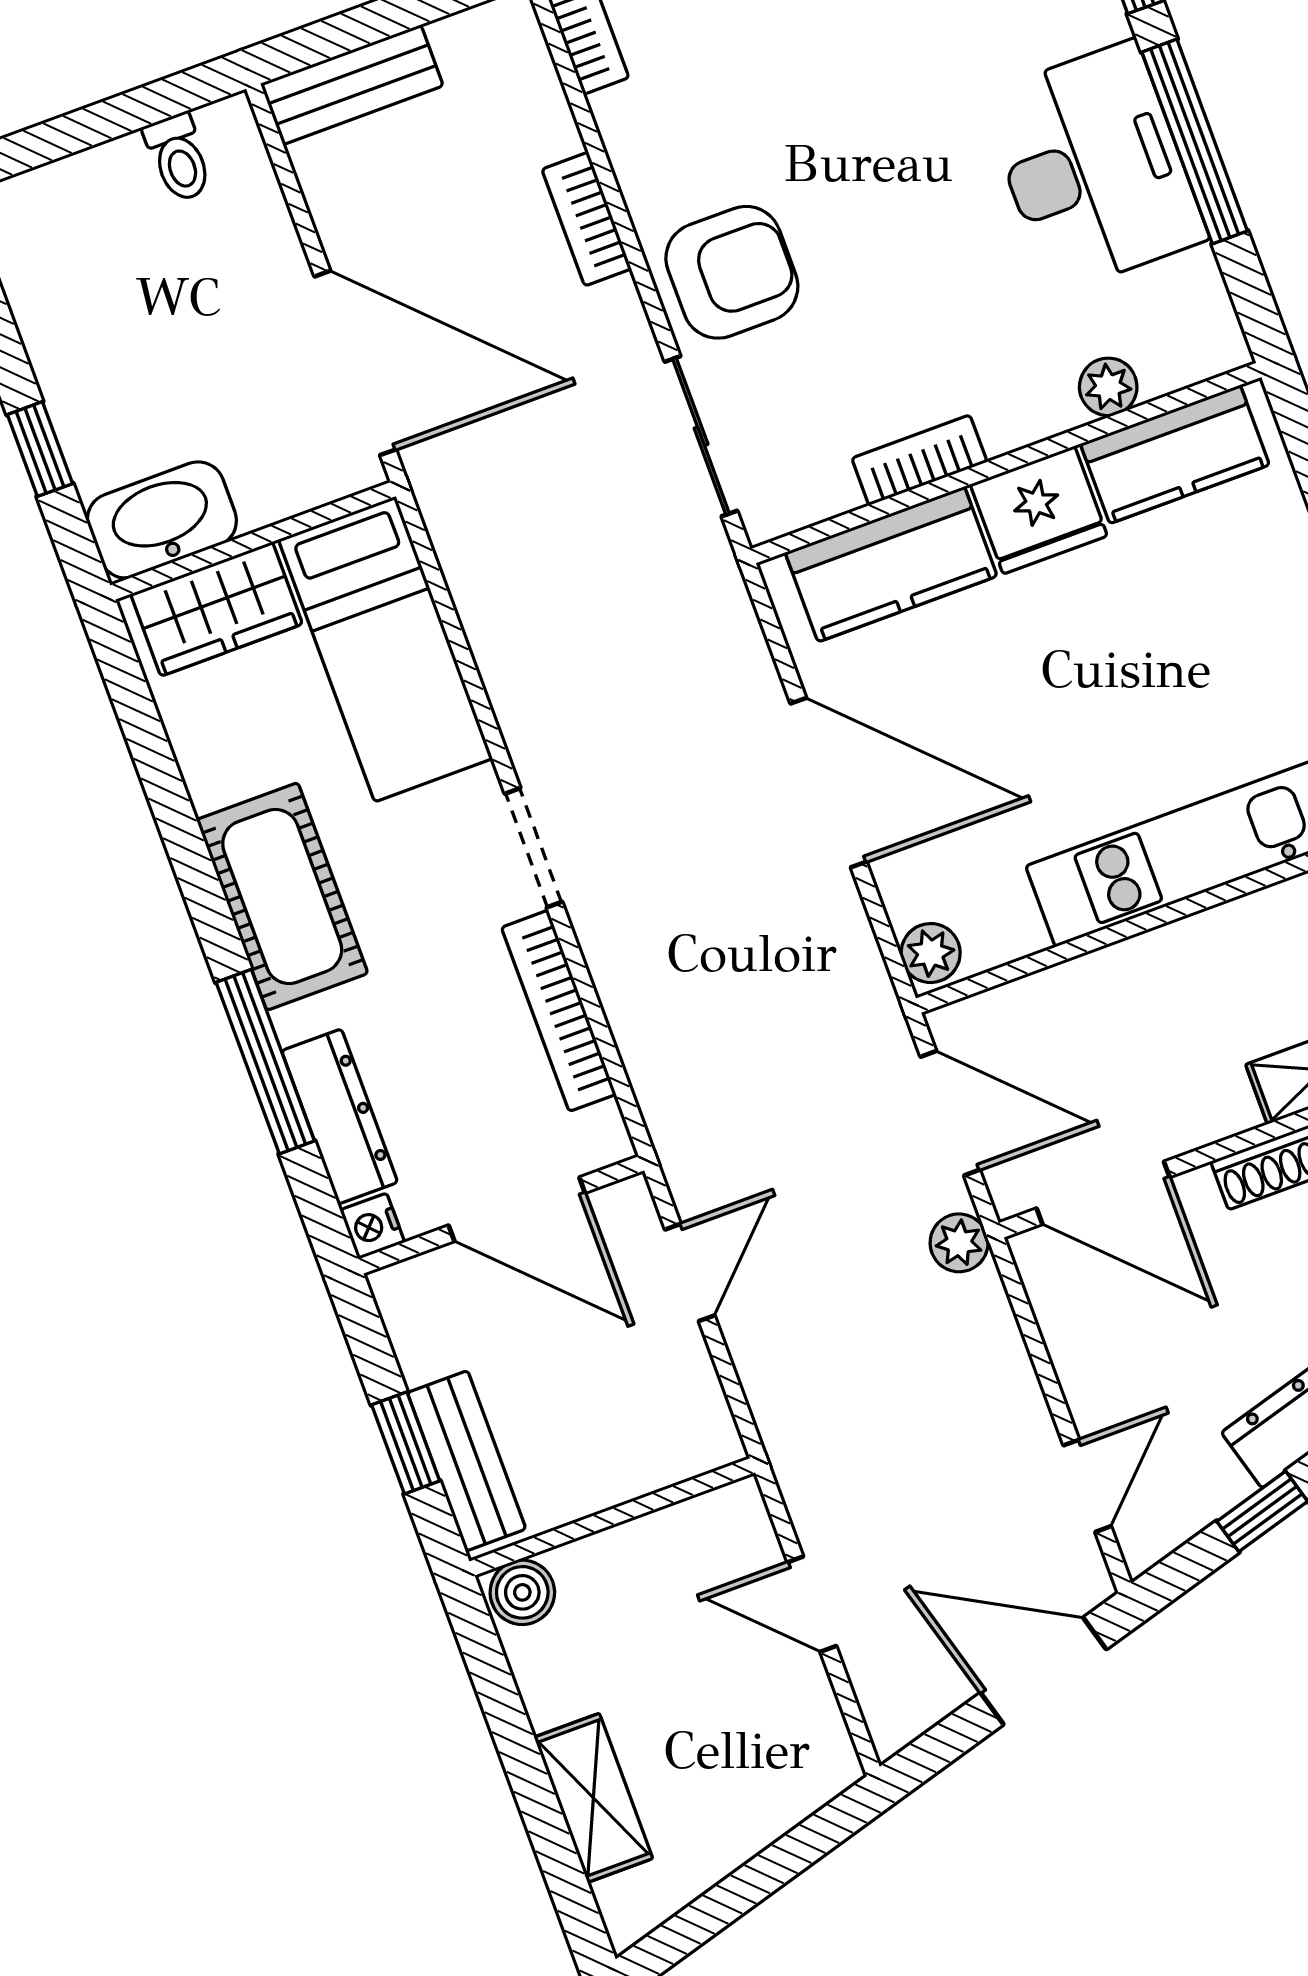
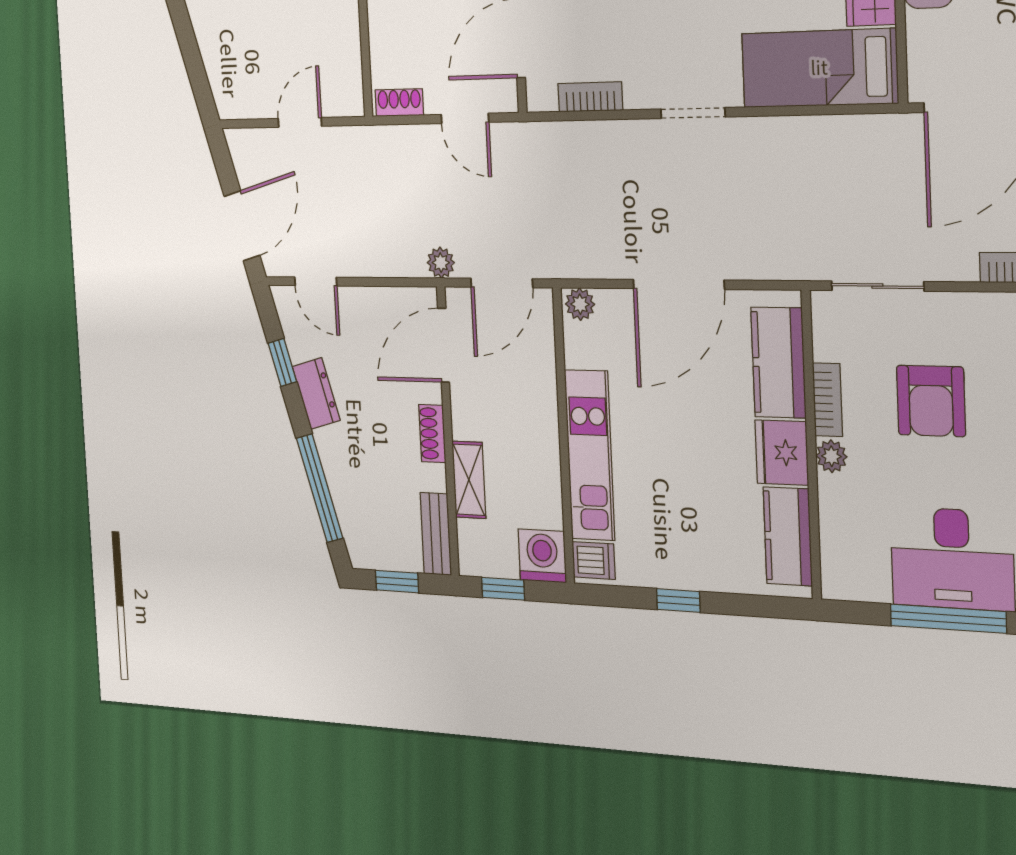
armchair: (732, 272) -> (931, 401), moved
plant: (1108, 387) -> (831, 456), moved
bookcase: (559, 1011) -> (590, 97), width x0.64
shoe rack: (707, 1411) -> (399, 103), added

